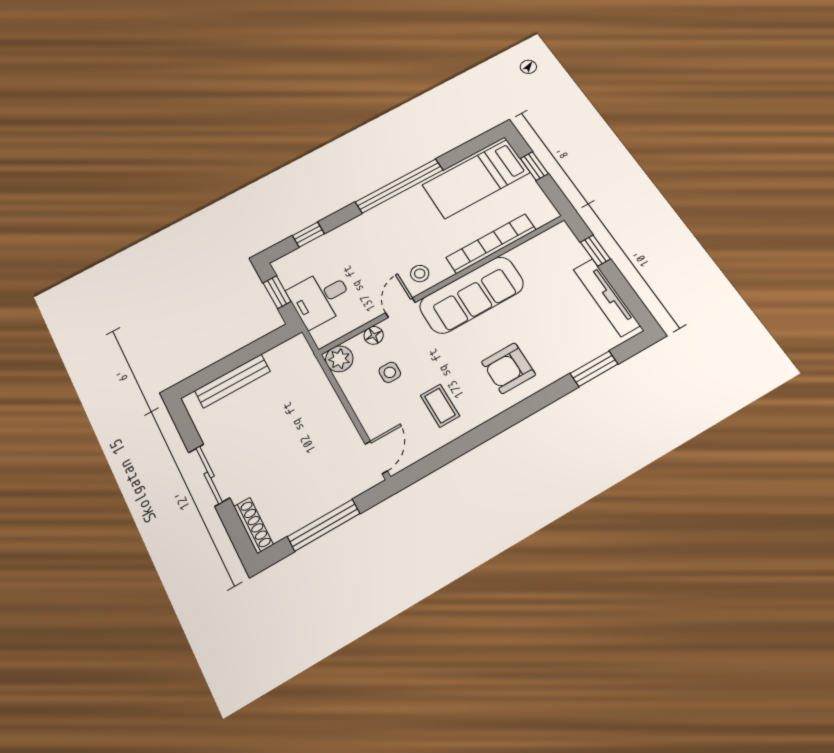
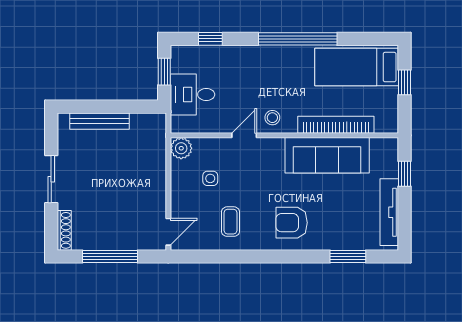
sofa: (472, 295) -> (327, 155), moved
floor lamp: (374, 335) -> (214, 145), removed

